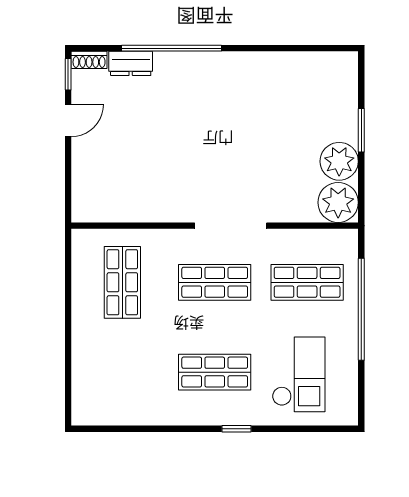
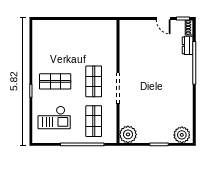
plant: (339, 161) -> (182, 135), moved
shop shelf: (122, 282) -> (94, 42), removed
shop shelf: (215, 372) -> (55, 81), turned 90

